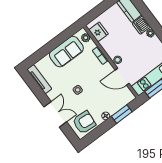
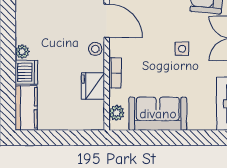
fridge: (98, 32) -> (93, 86), moved

